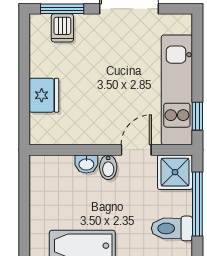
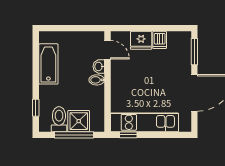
dishwasher: (62, 28) -> (160, 40), moved, turned -90
door: (136, 150) -> (107, 50), moved
shower: (175, 172) -> (79, 121), moved

